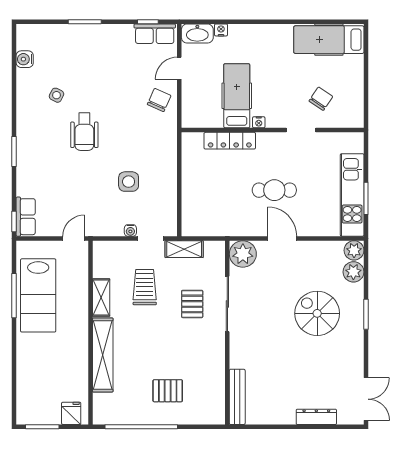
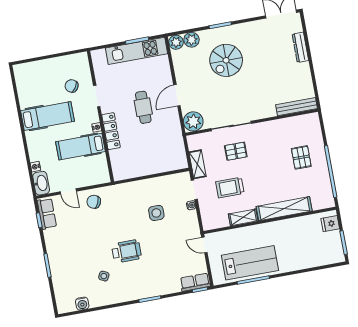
hospital bed: (329, 40) -> (47, 116), moved, turned -90
locker: (230, 141) -> (111, 131), moved

